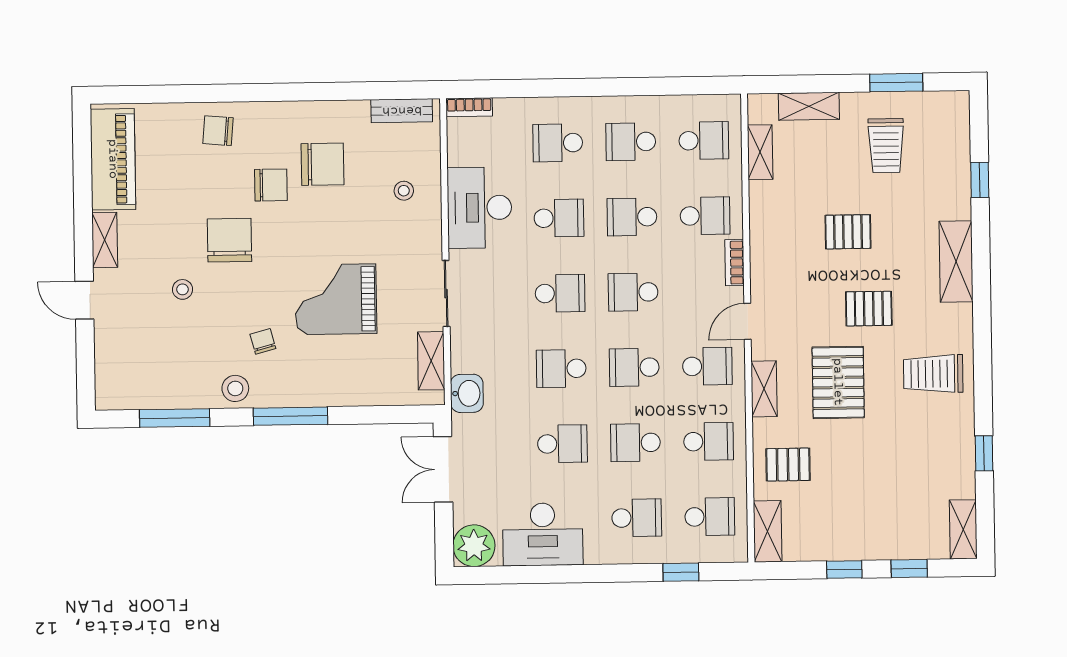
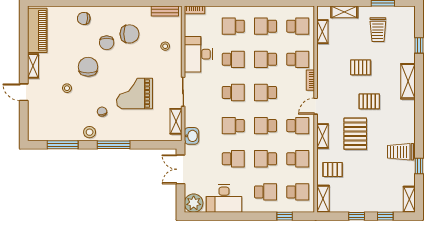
chair: (271, 185) -> (107, 43), turned 90
trolley: (933, 374) -> (401, 152), moved

